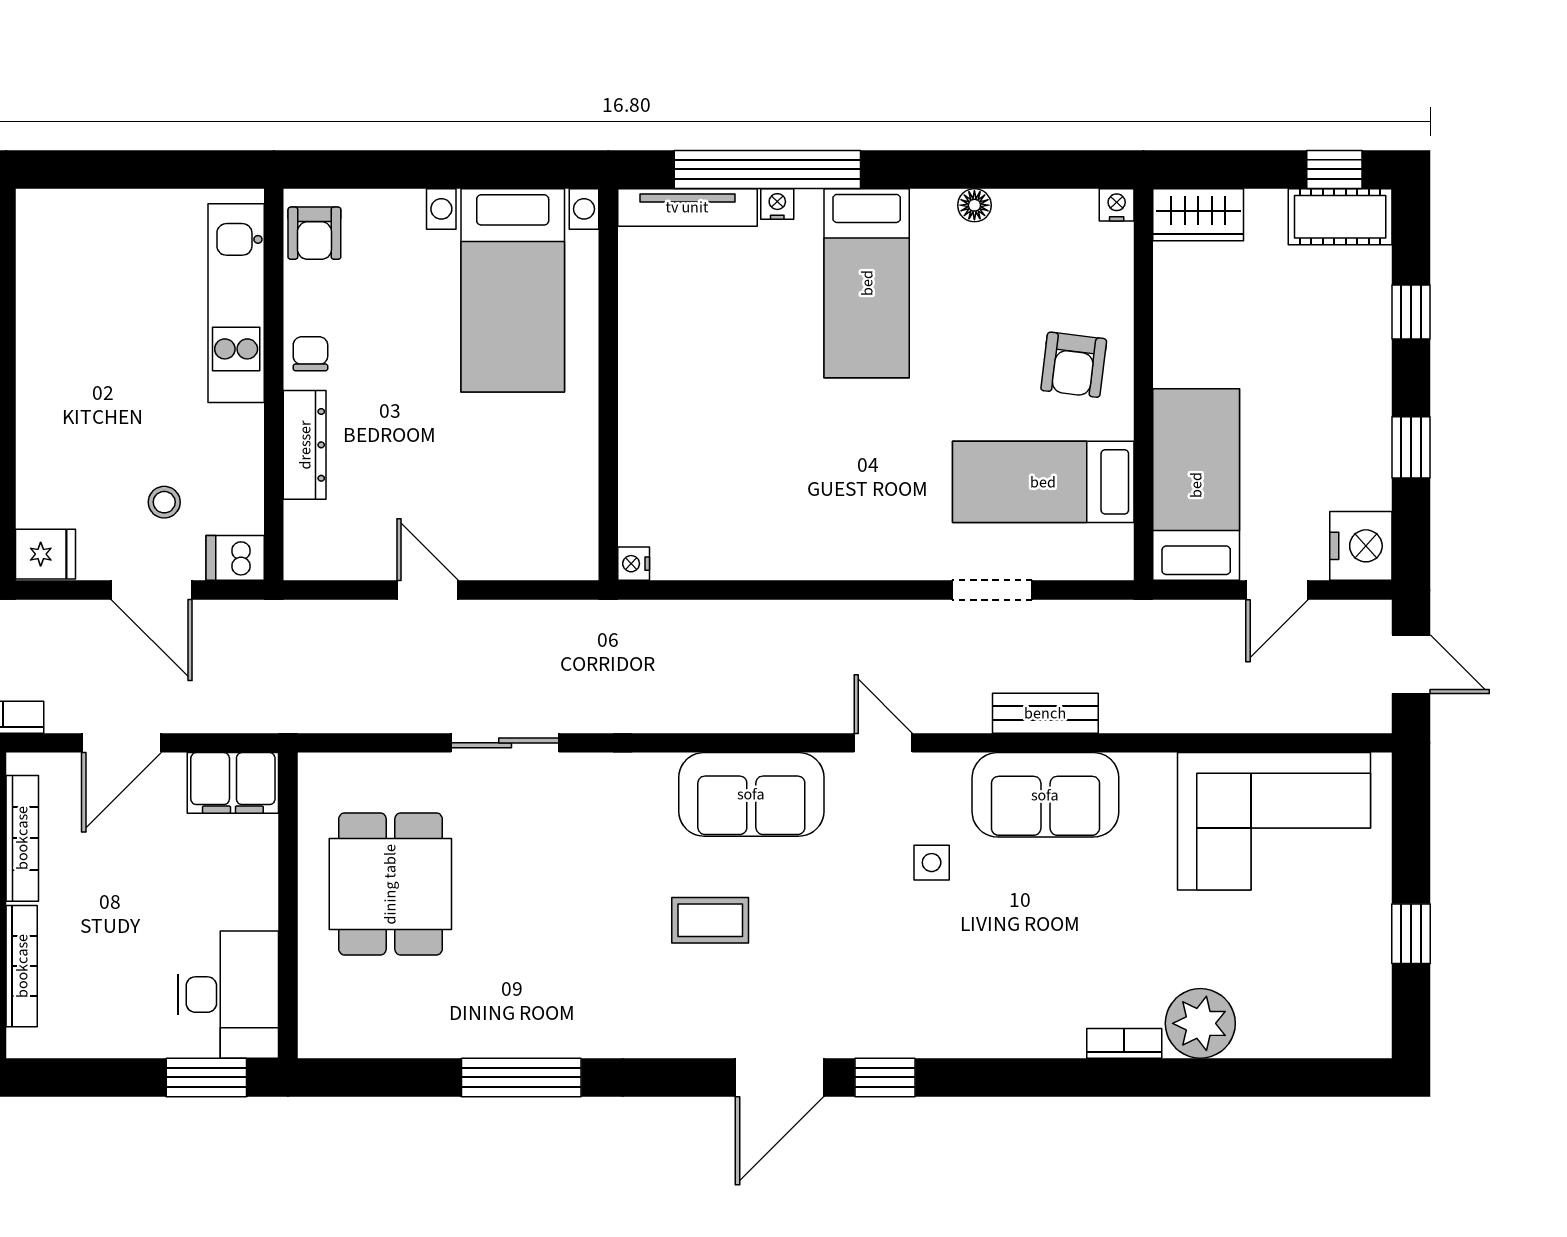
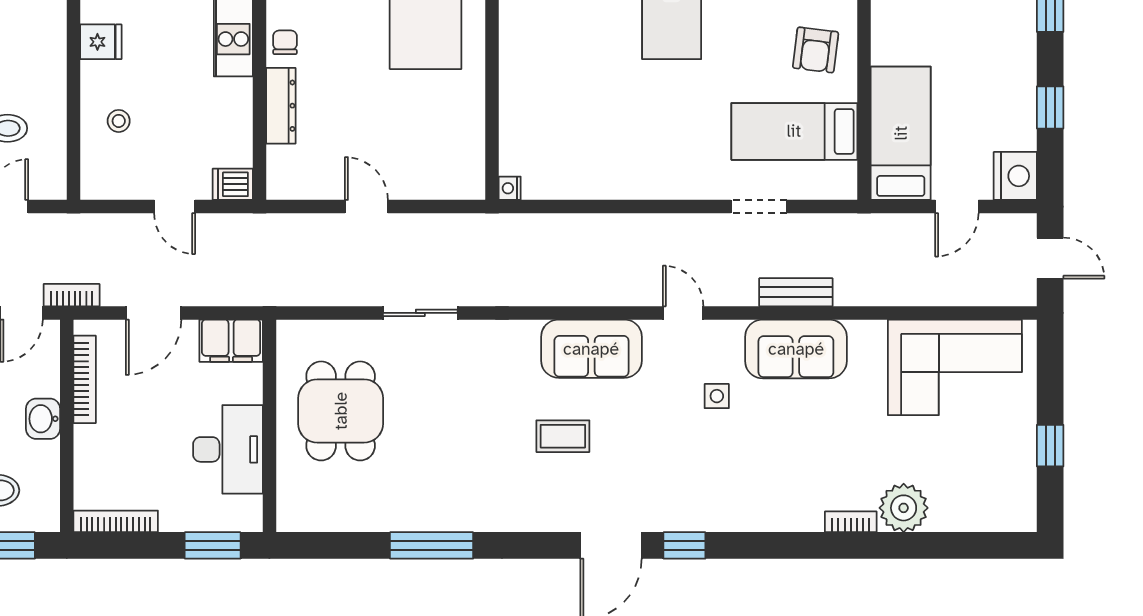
stool: (164, 502) -> (119, 121), moved
fridge: (45, 554) -> (101, 42), moved
door: (152, 590) -> (175, 207), width x0.73
bookcase: (22, 966) -> (116, 521), moved, turned -90
desk: (228, 995) -> (228, 449), moved

